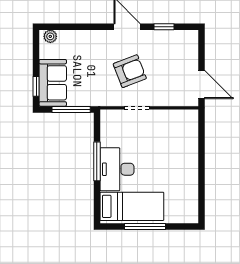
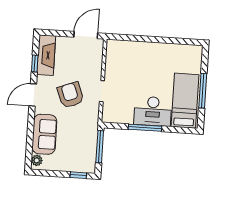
fireplace: (175, 39) -> (46, 55), added
sofa: (53, 83) -> (44, 134), moved, turned 90

